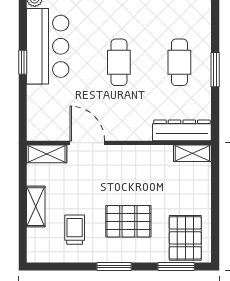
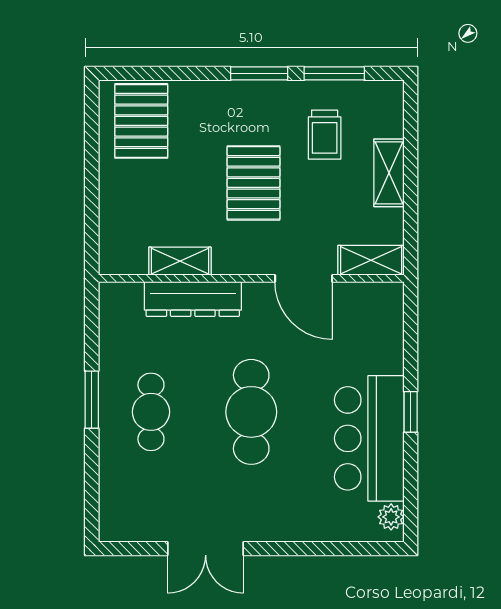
cafe table: (119, 62) -> (251, 412), width x1.37, depth x1.35
dresser: (182, 130) -> (193, 299), moved
shelving: (192, 153) -> (180, 261), moved
pallet: (128, 221) -> (254, 183), moved, turned 90
window: (176, 267) -> (334, 73), moved

